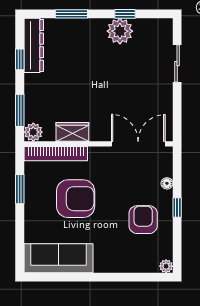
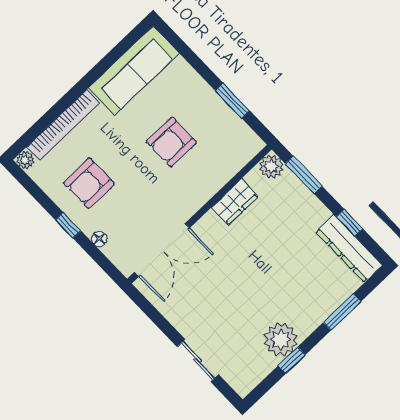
bookcase: (56, 154) -> (63, 125), moved, turned 180
armchair: (76, 199) -> (171, 142), width x0.73, depth x0.73
armchair: (143, 220) -> (89, 183), turned 90

